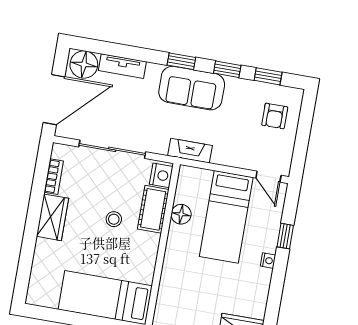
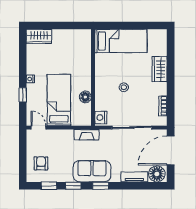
cot: (153, 209) -> (102, 97), removed
wardrobe: (52, 217) -> (160, 69), moved

